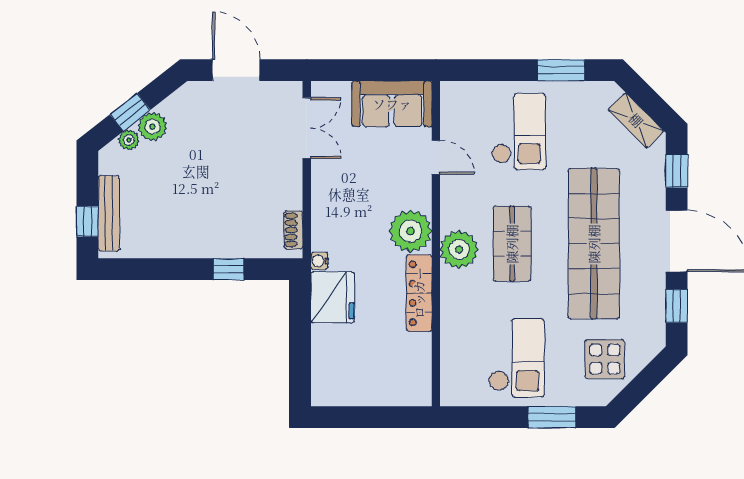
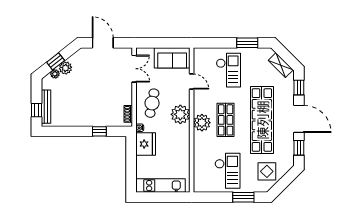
cafe table: (347, 206) -> (152, 103), added
locker: (419, 293) -> (184, 142), removed
kitchen unit: (366, 391) -> (160, 186), added

